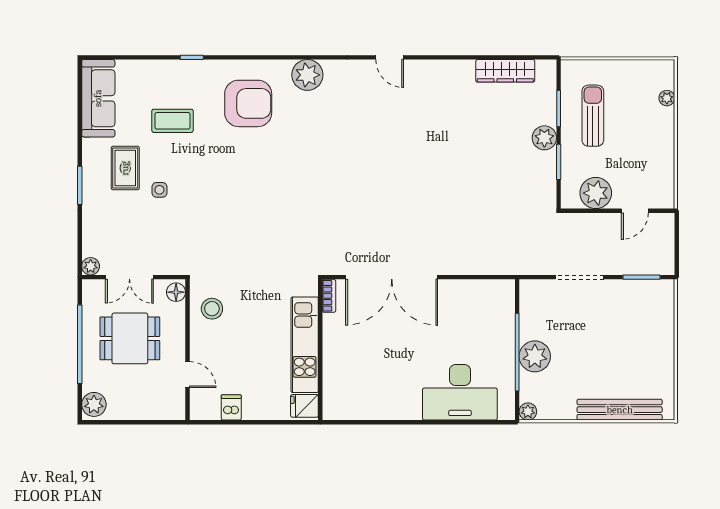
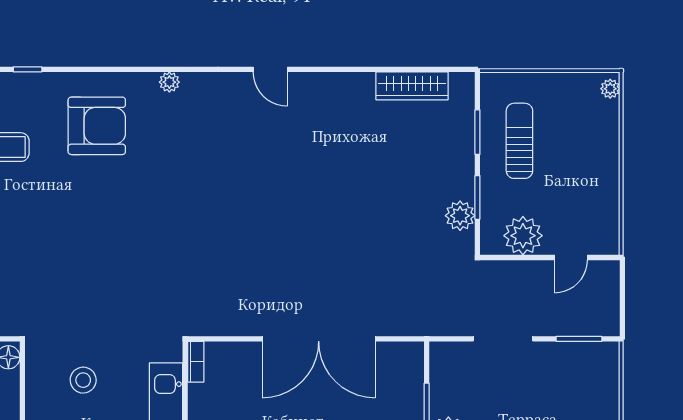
plant: (307, 75) -> (169, 82), width x0.53, depth x0.53
plant: (667, 98) -> (610, 89), moved
plant: (544, 138) -> (460, 216), moved
double door: (392, 277) -> (319, 339), moved
stool: (212, 309) -> (83, 380), moved

